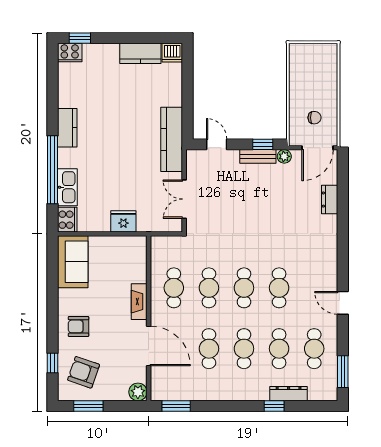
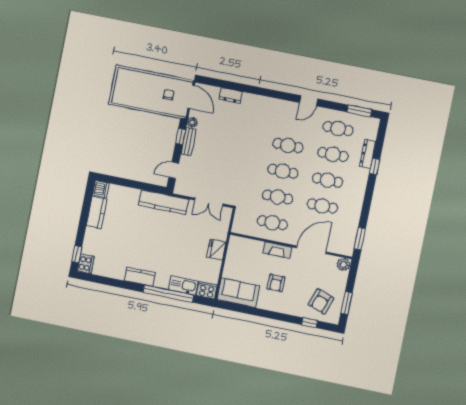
armchair: (78, 326) -> (276, 283), moved

